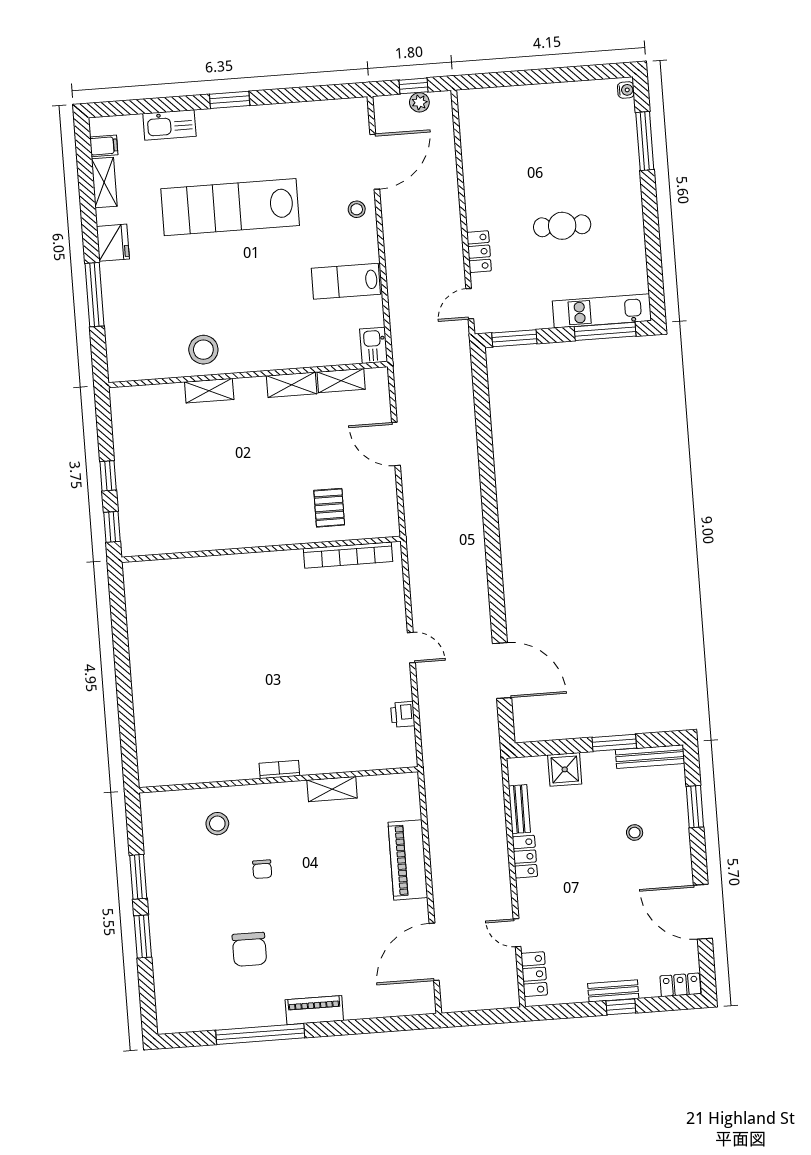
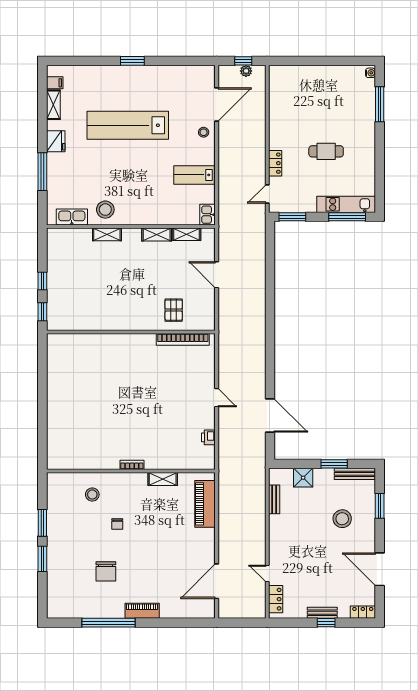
kitchen sink: (169, 125) -> (72, 217), moved, turned 180
stool: (635, 833) -> (342, 519), width x1.89, depth x1.89
locker: (525, 857) -> (275, 528), removed
piano: (408, 860) -> (205, 504), moved

